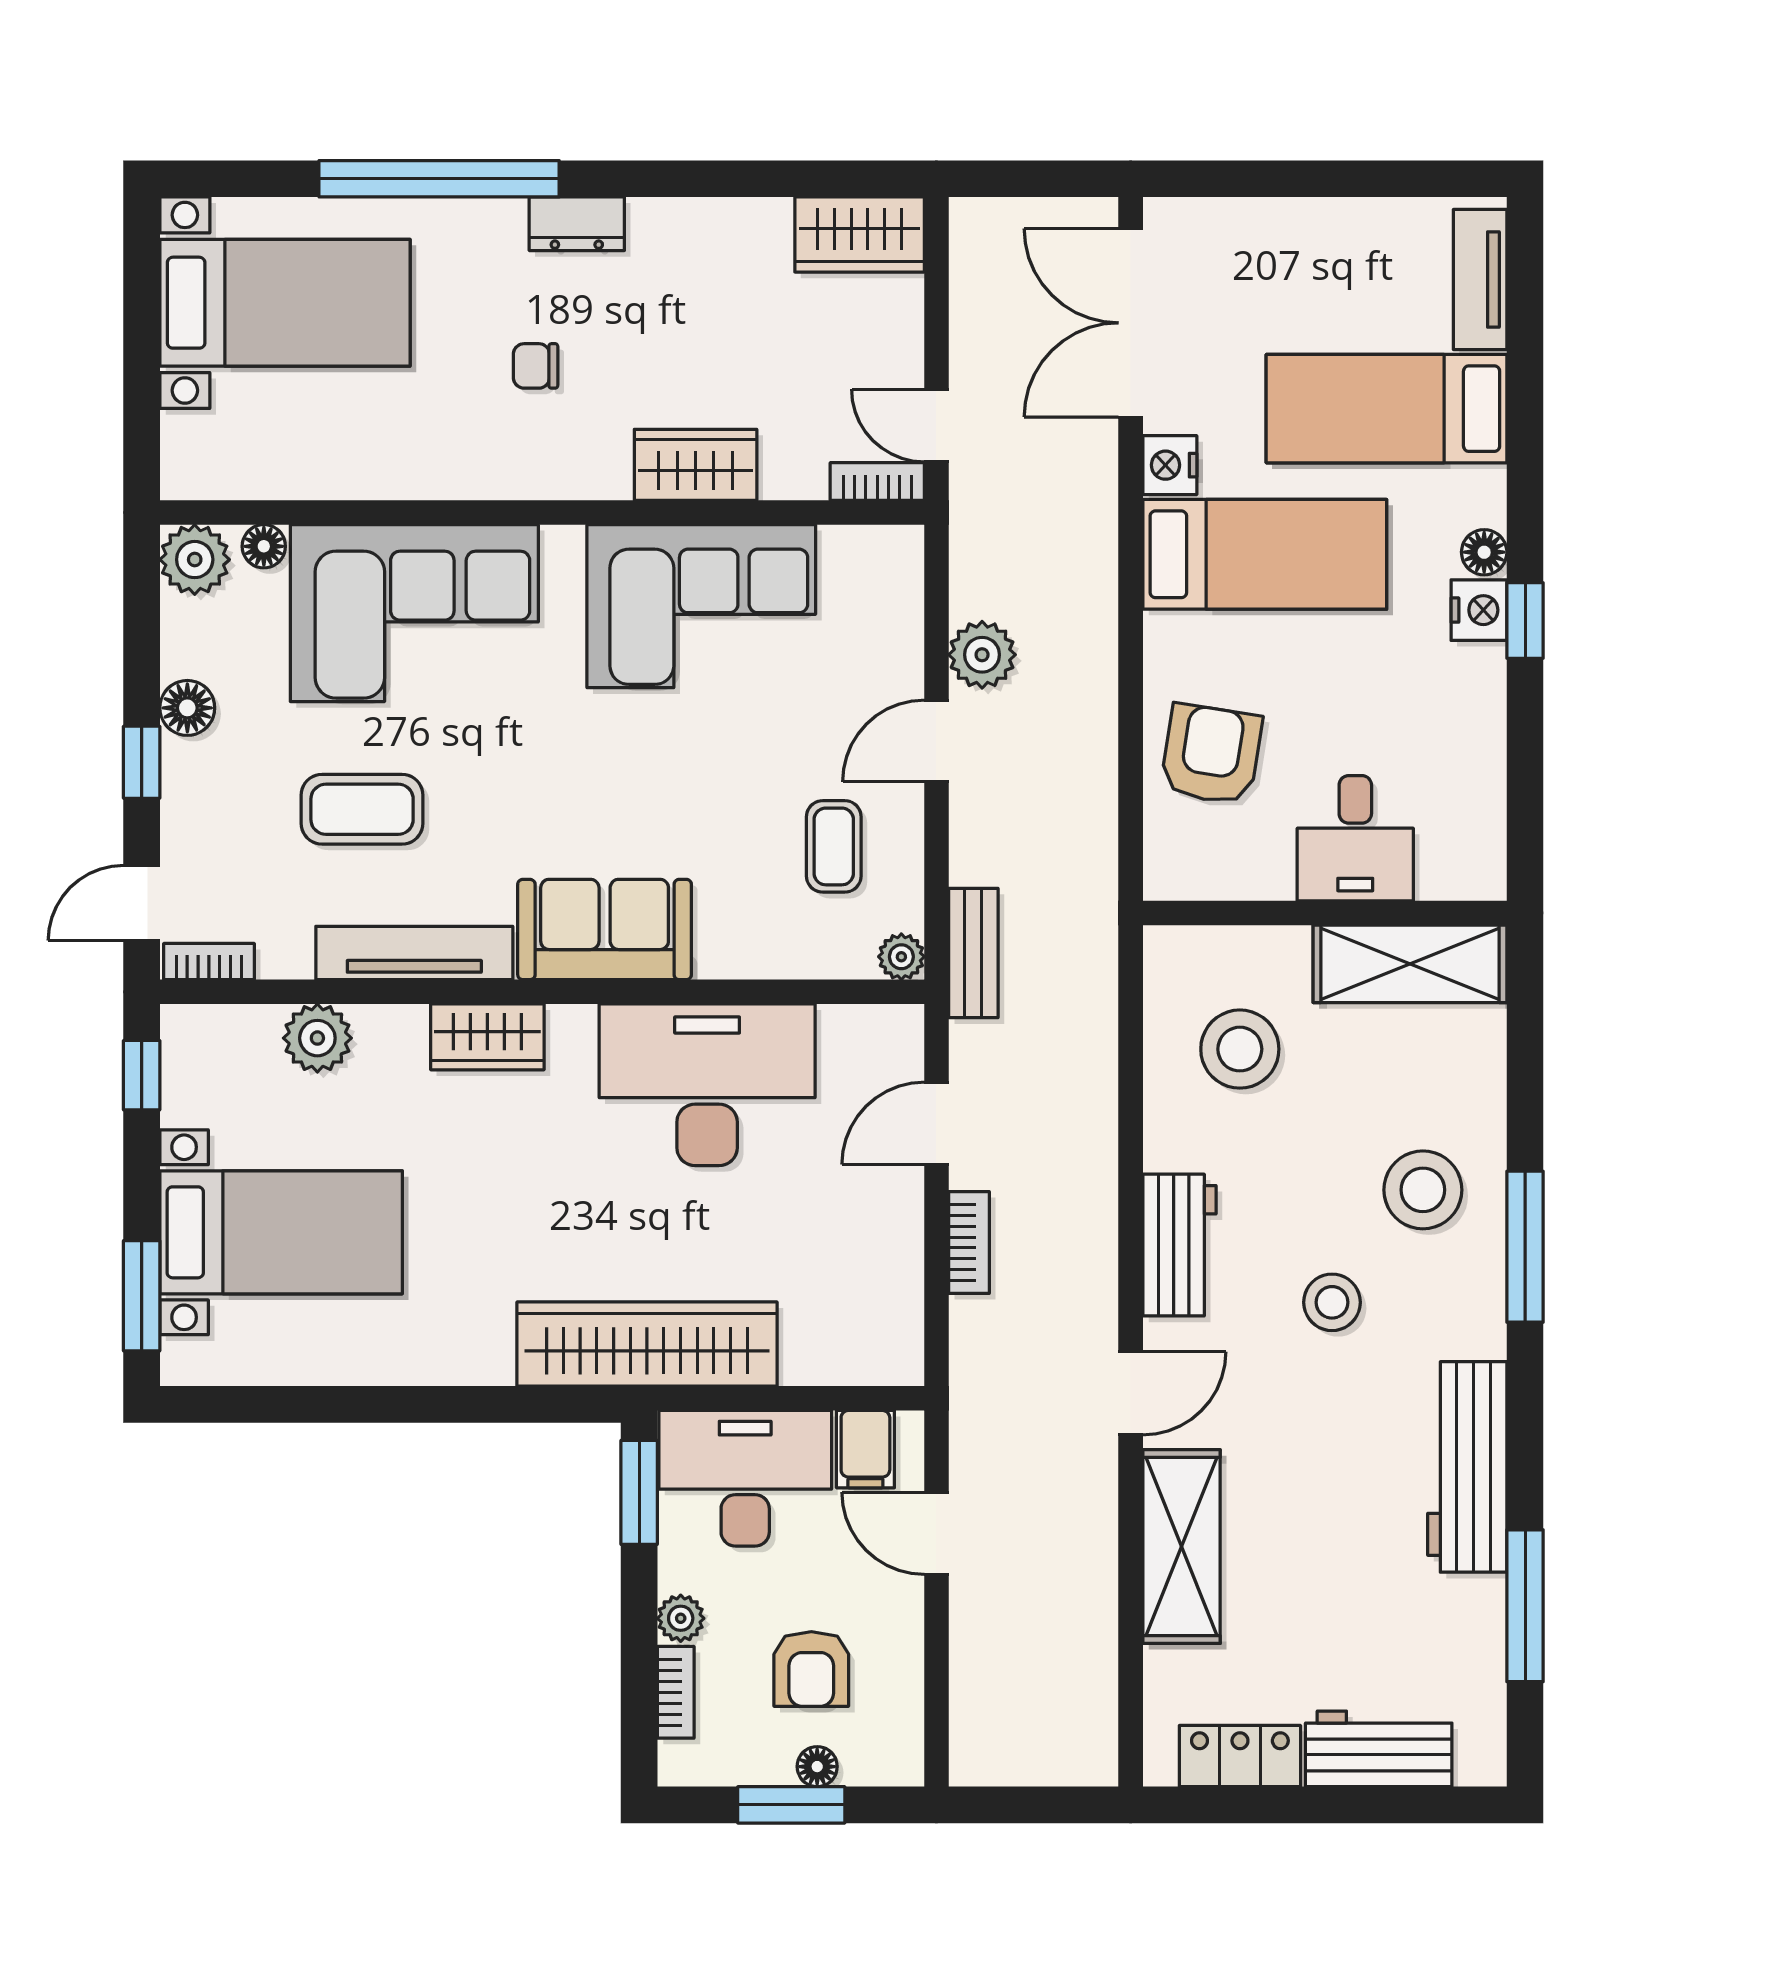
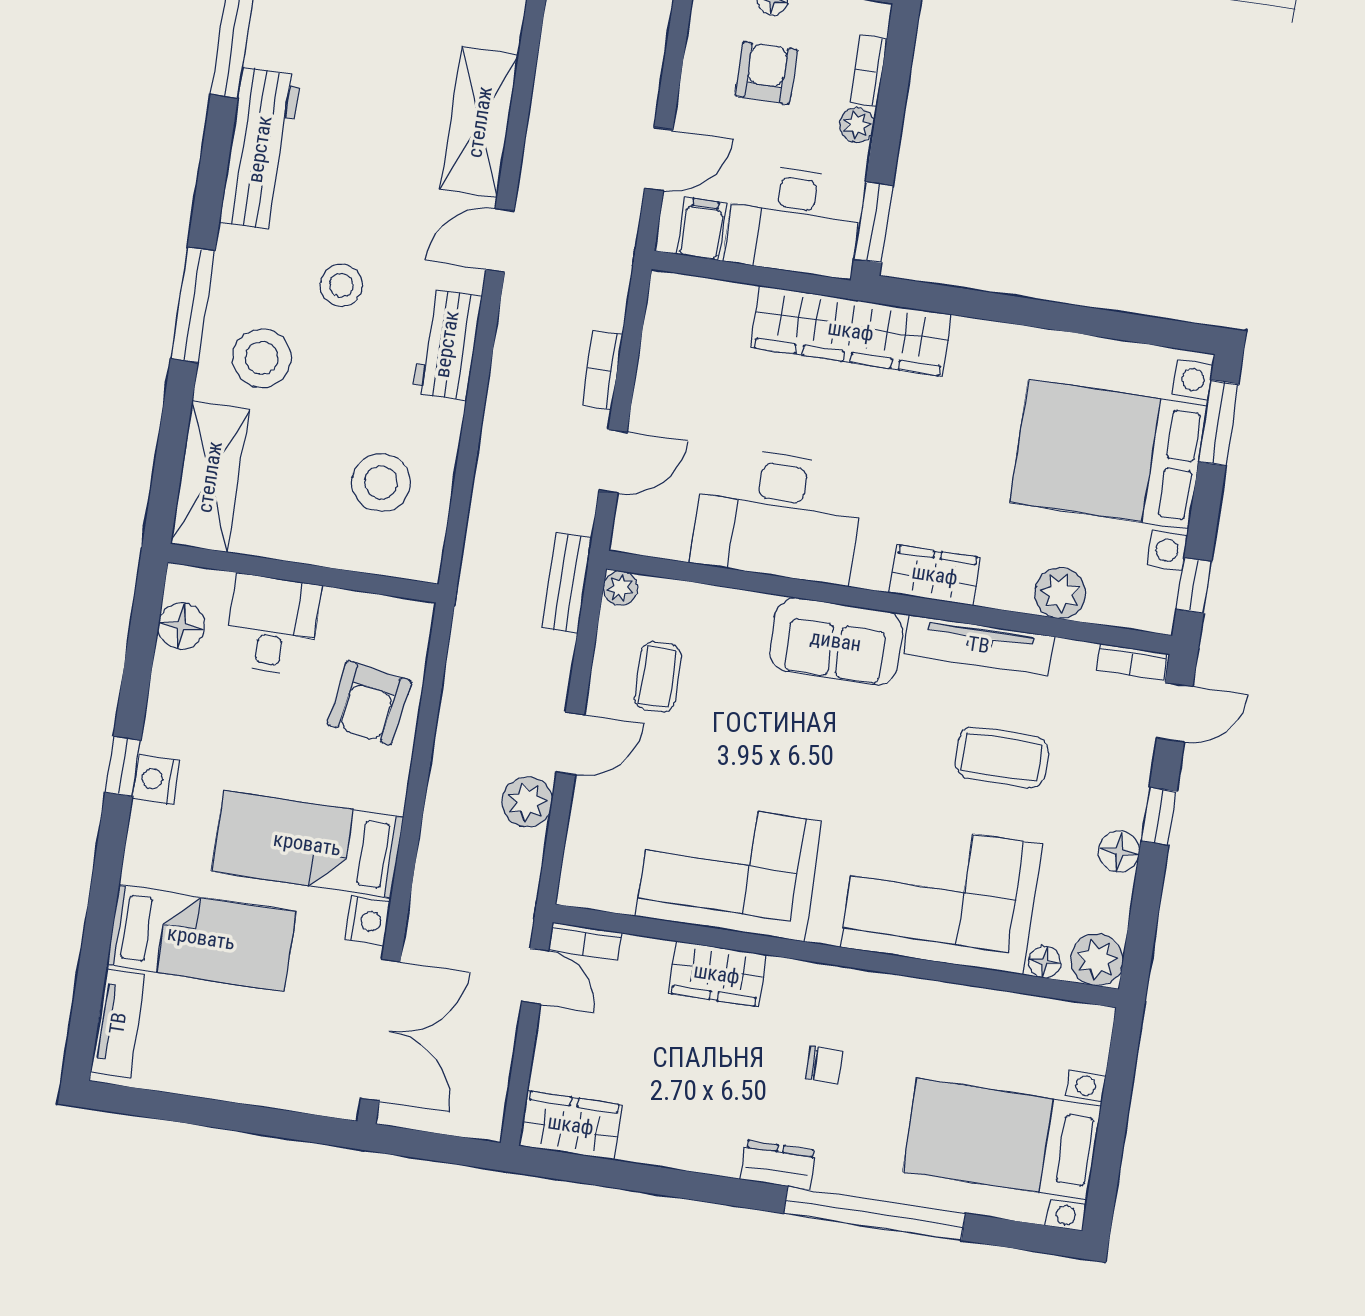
floor lamp: (1484, 552) -> (181, 626), moved, width x1.37, depth x1.37
shelving: (1410, 964) -> (210, 477), moved, turned 90
bed with nightstands: (281, 1232) -> (1109, 454), width x1.36
door: (936, 1533) -> (659, 159), hinge flipped

